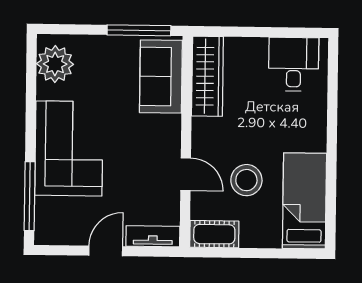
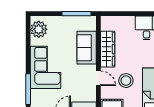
wardrobe: (207, 76) -> (108, 49), moved
sofa: (161, 77) -> (87, 48), moved

